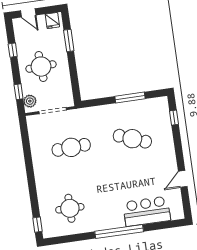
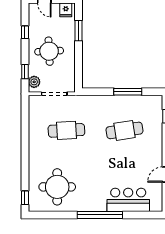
cafe table: (132, 139) -> (124, 130), turned -30
round table: (70, 208) -> (57, 187), width x1.36, depth x1.36

